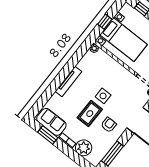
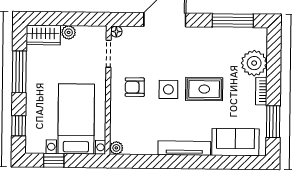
window: (105, 22) -> (54, 160), moved
sofa: (51, 122) -> (235, 142), moved, turned 90
armchair: (109, 125) -> (135, 87), moved

